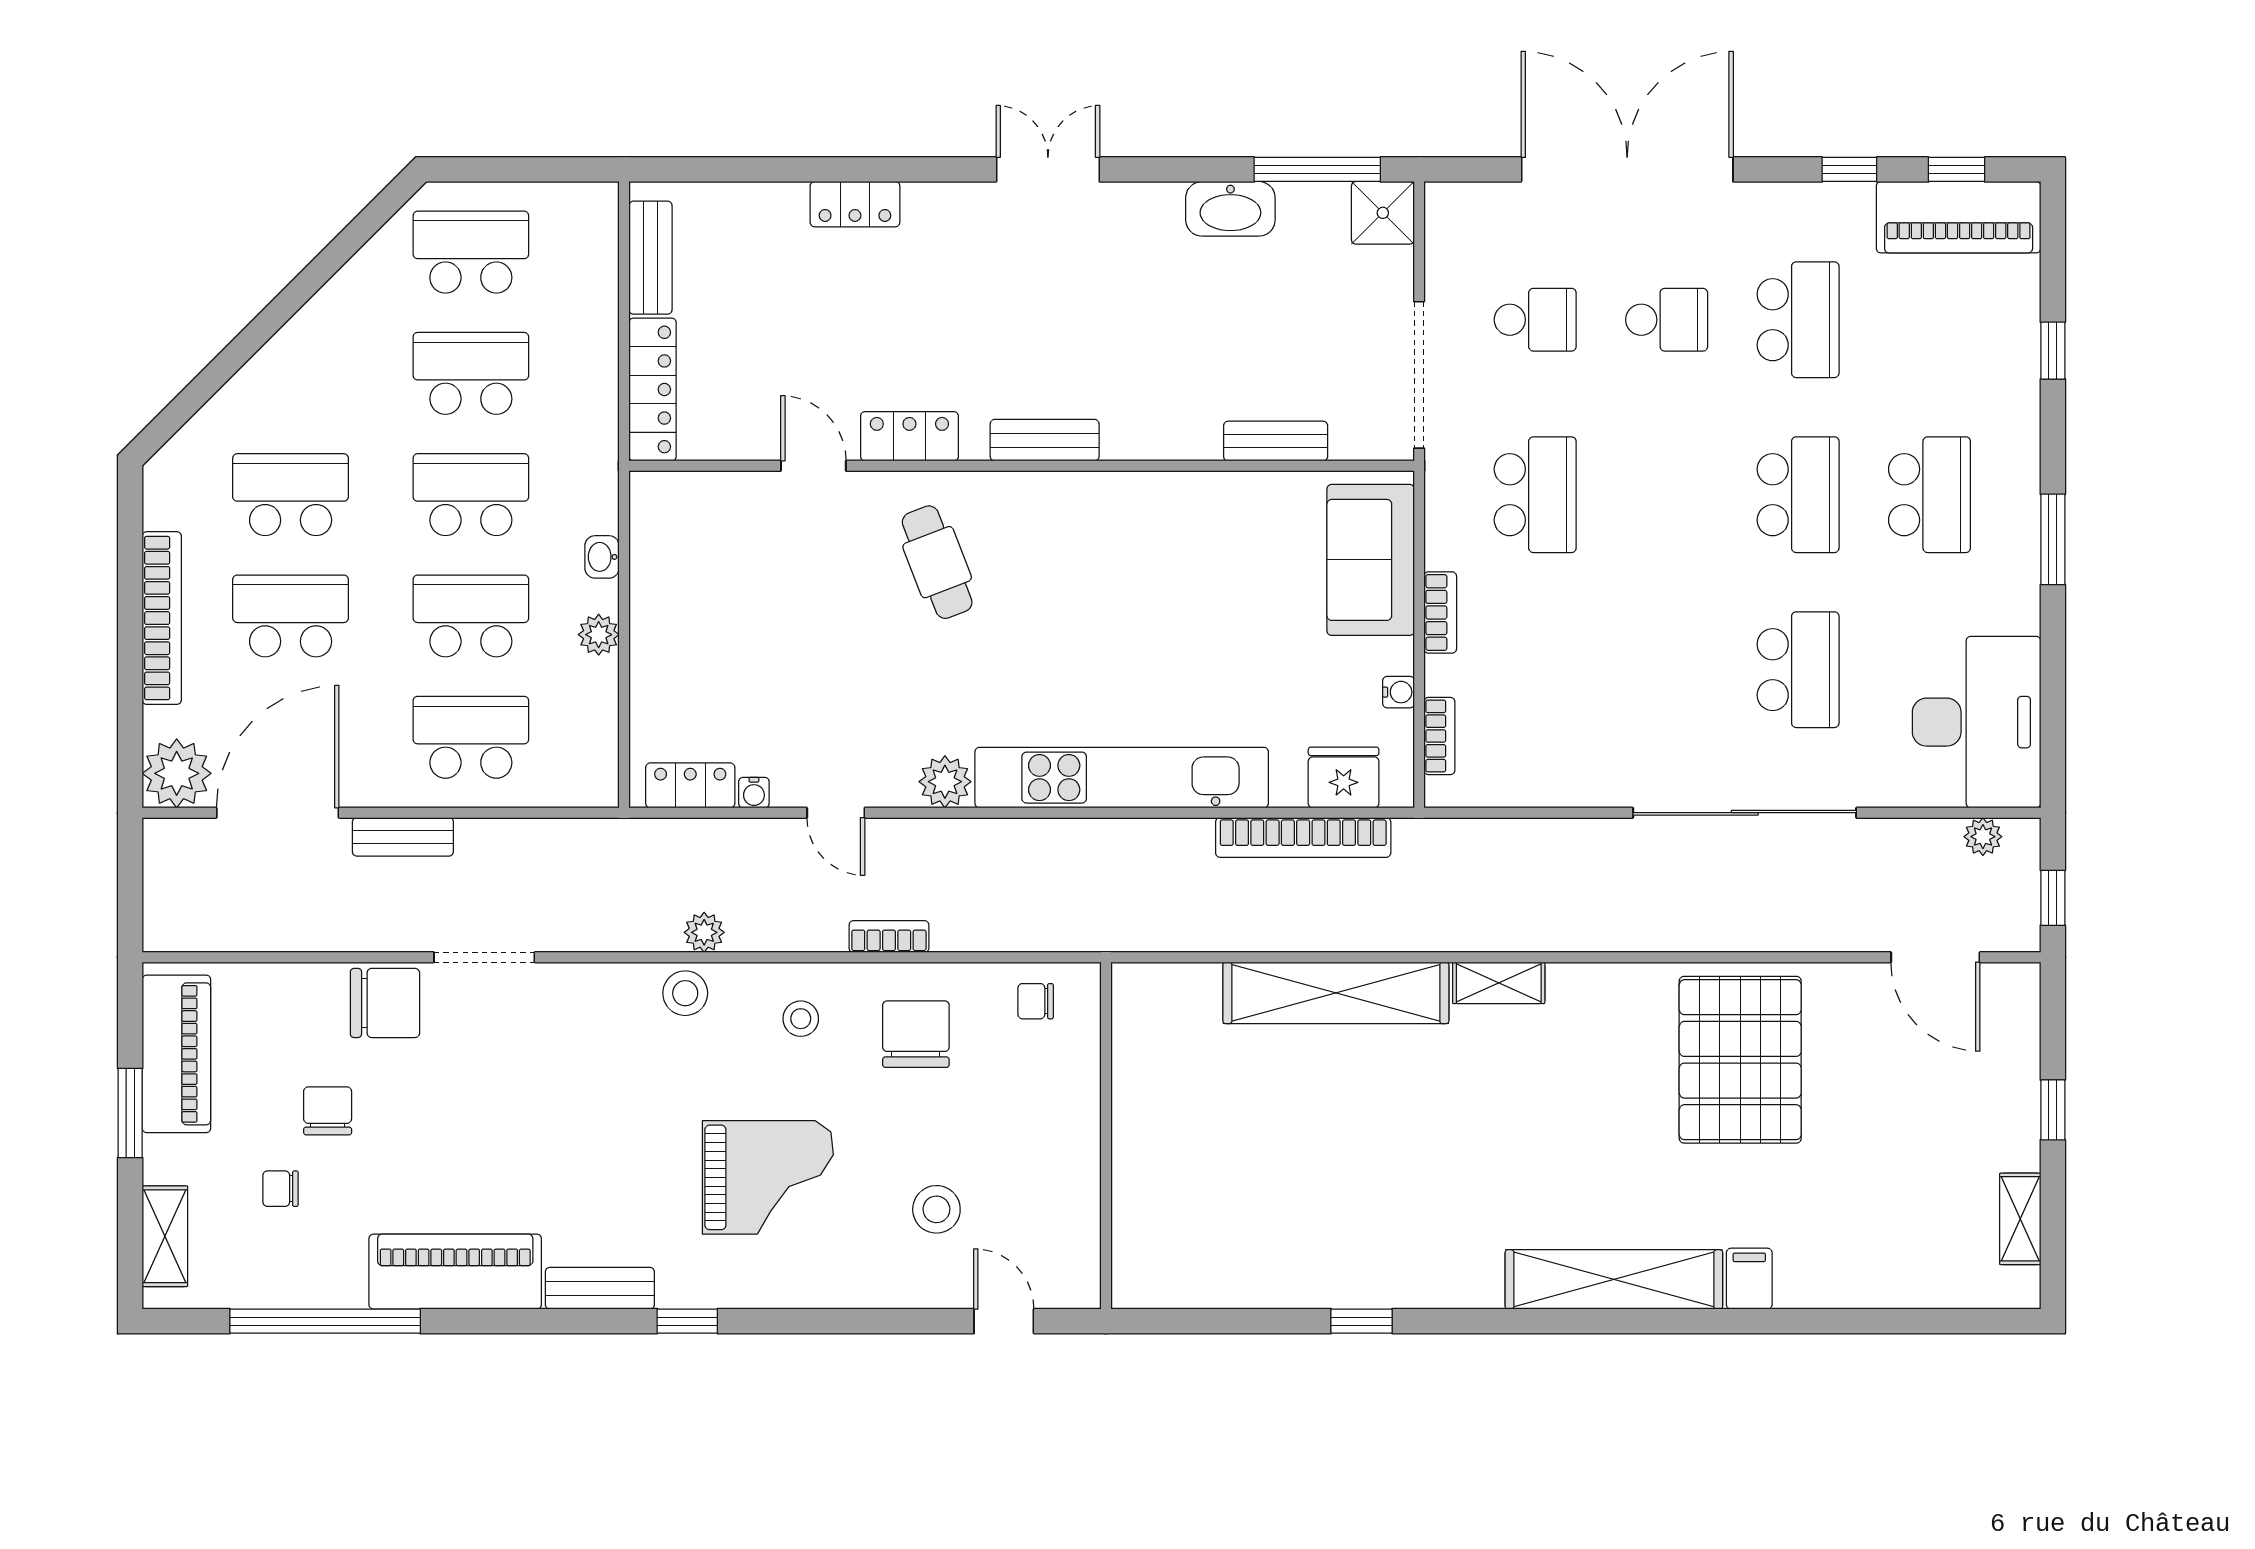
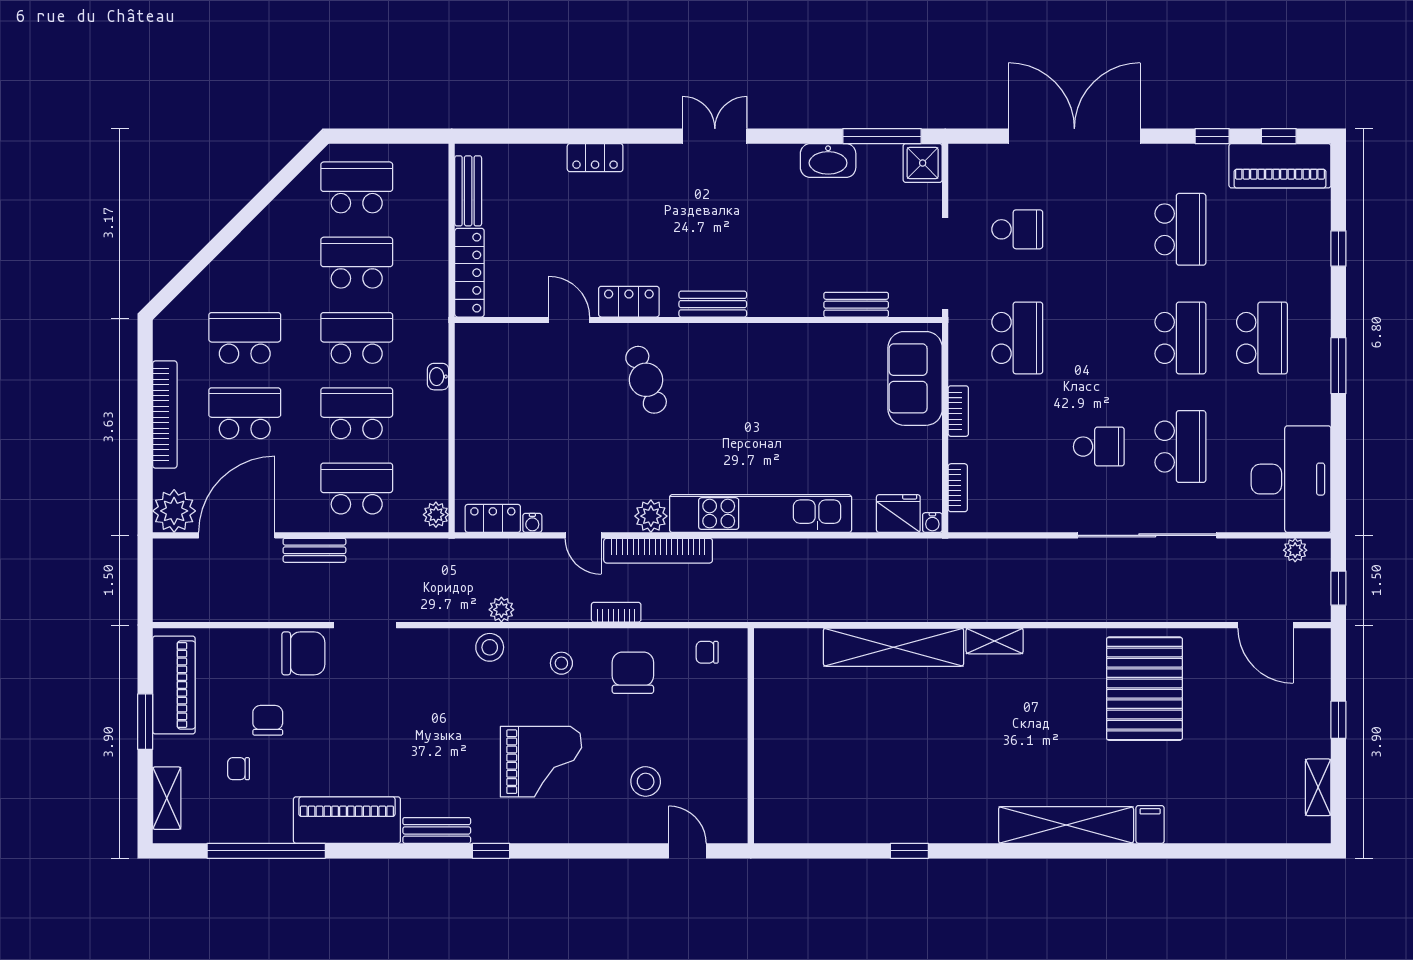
school desk: (1667, 320) -> (1099, 447), moved
plant: (599, 635) -> (436, 515), moved
water cooler: (1399, 692) -> (932, 523), moved, turned 90
bookcase: (1303, 837) -> (658, 551), moved

